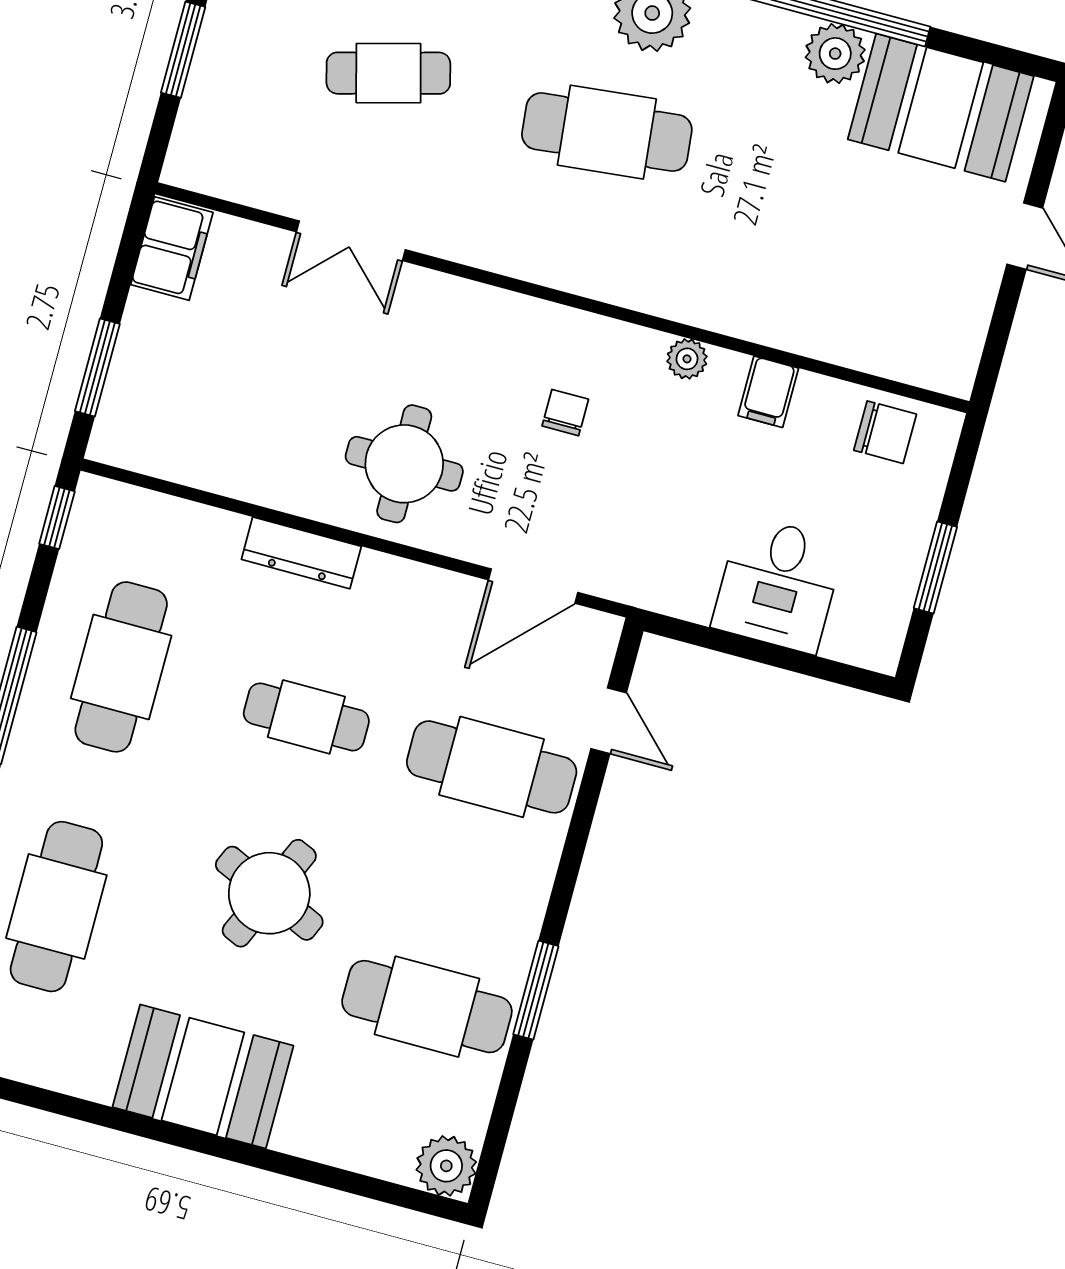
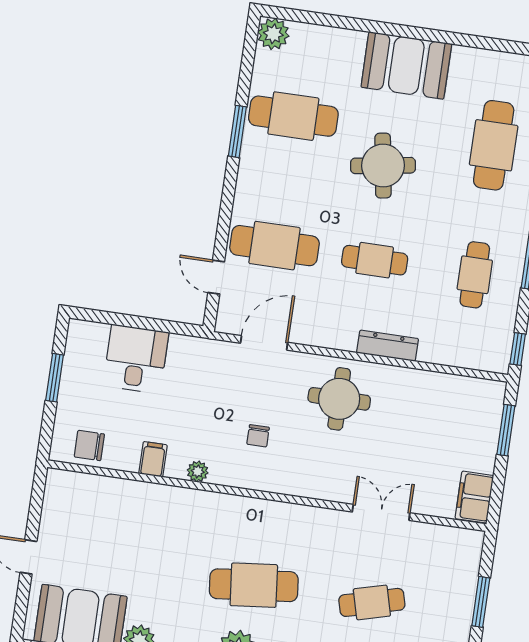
cafe table: (121, 667) -> (475, 275), width x0.73, depth x0.74
round table: (269, 893) -> (383, 166), turned -33

